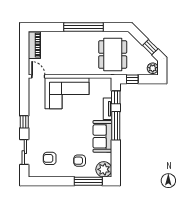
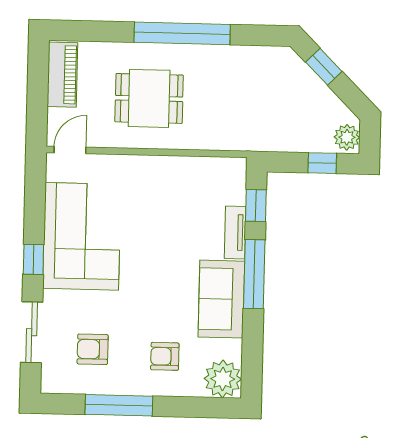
window: (150, 47) -> (324, 67), moved
dining table: (113, 55) -> (149, 98), moved, width x0.73
door: (38, 76) -> (70, 150), hinge flipped
window: (132, 79) -> (322, 163), moved
corner sofa: (67, 93) -> (82, 236), moved, turned -90
window: (88, 181) -> (119, 405), moved

